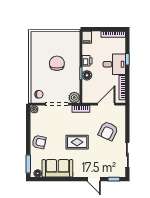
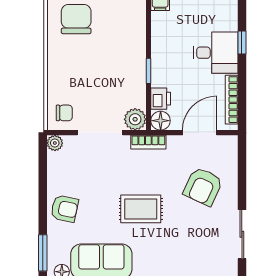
printer: (87, 61) -> (161, 99), moved
chair: (57, 63) -> (76, 19), moved
floor lamp: (87, 75) -> (161, 121), moved

